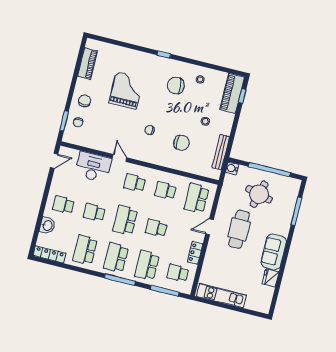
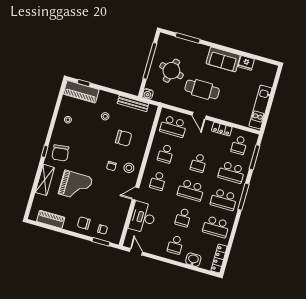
shelving: (132, 56) -> (45, 180), added
chair: (176, 86) -> (60, 153), moved
grand piano: (126, 90) -> (75, 186), turned 180
chair: (181, 143) -> (124, 138), turned 90
stool: (148, 150) -> (129, 168), added

